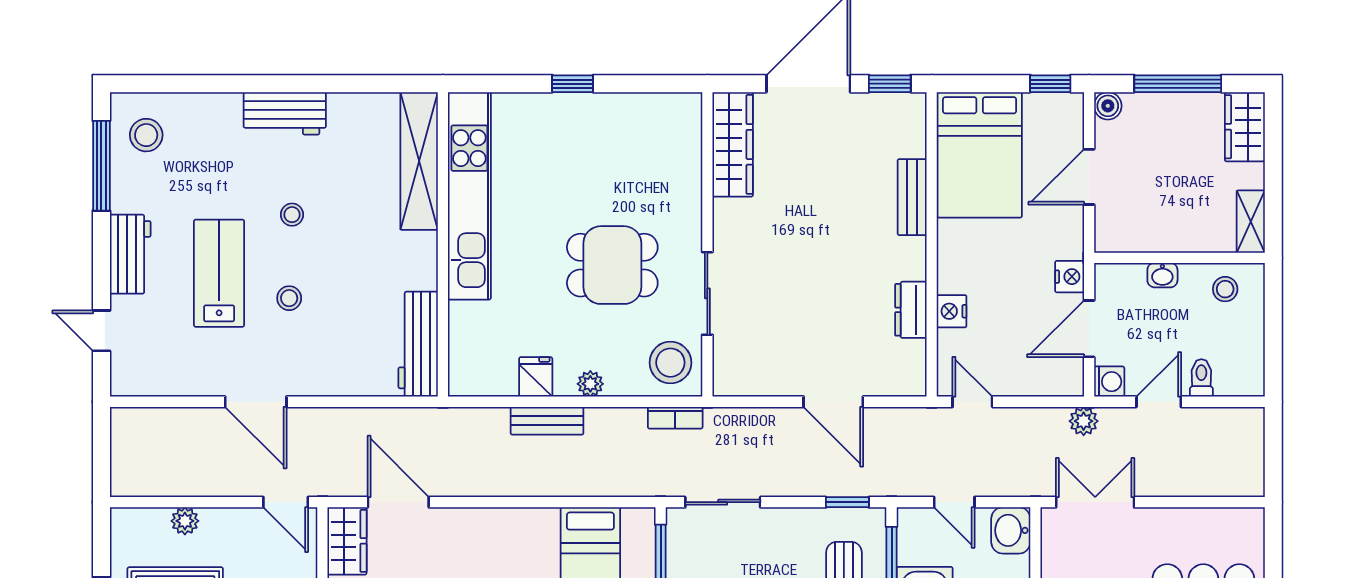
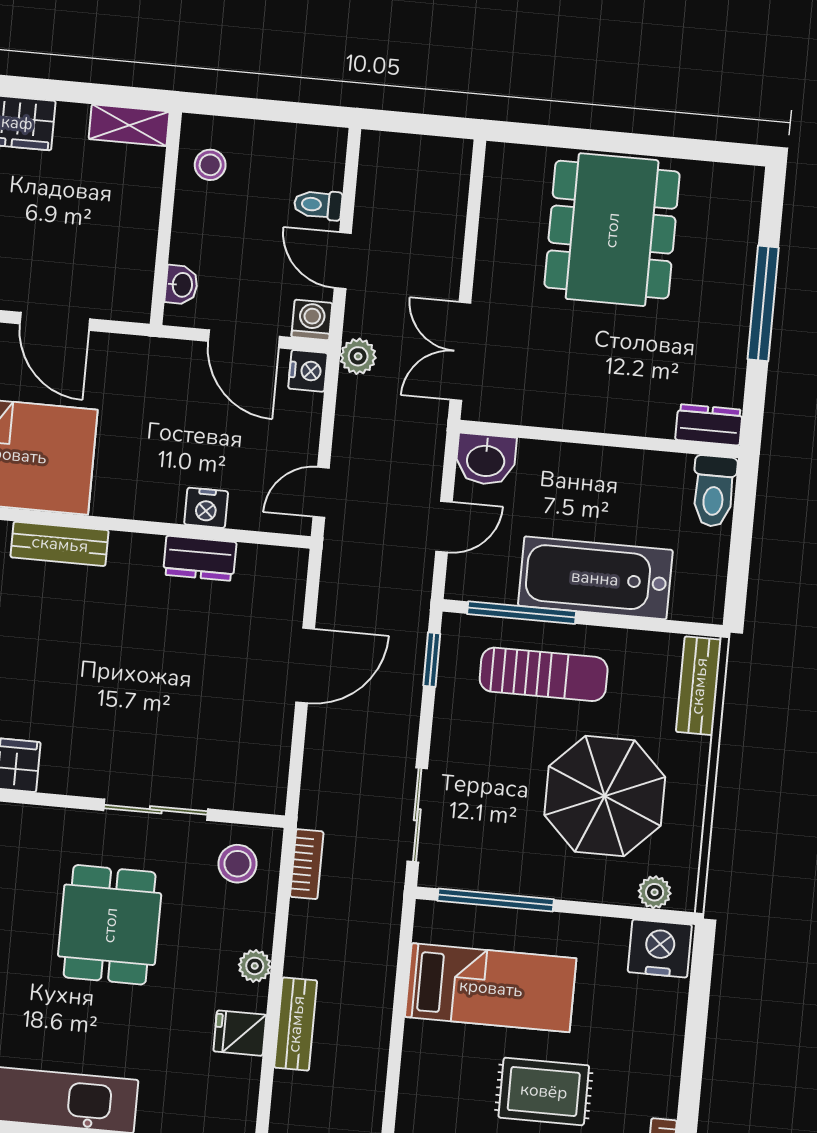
washbasin: (1162, 275) -> (181, 285), moved
nightstand: (1070, 277) -> (308, 371), moved, turned 90
stool: (670, 363) -> (238, 864), width x0.73, depth x0.73

